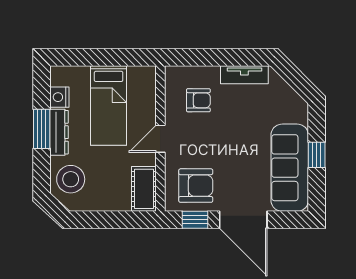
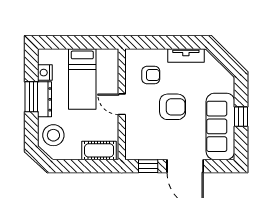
door: (160, 139) -> (122, 104), hinge flipped
armchair: (196, 186) -> (173, 107), moved
cot: (144, 189) -> (99, 150), moved, turned 90

